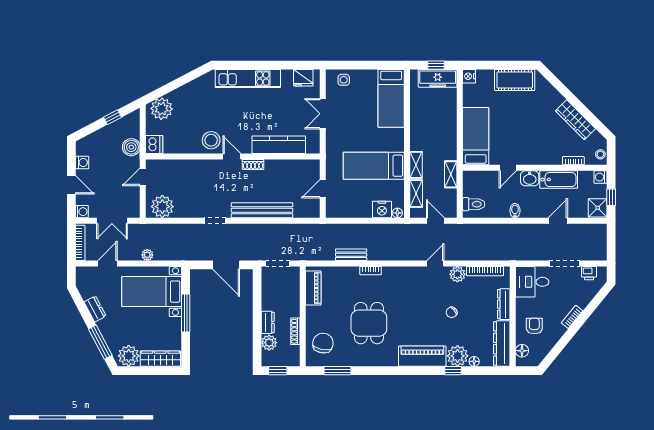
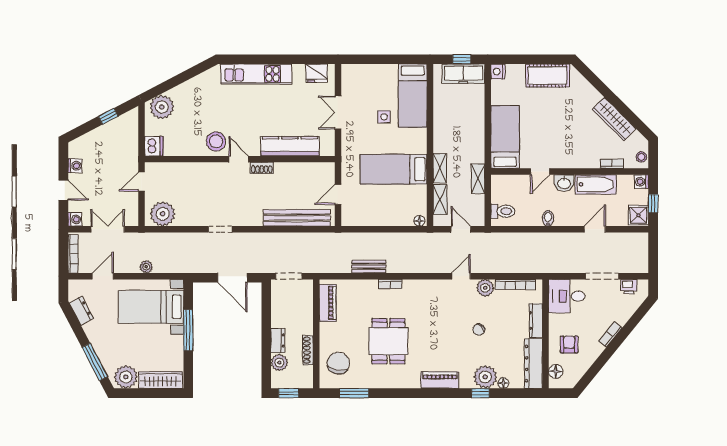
side table: (344, 80) -> (384, 117), moved
boiler: (131, 147) -> (129, 149), removed
nightstand: (382, 209) -> (403, 217), removed
bench: (262, 210) -> (297, 218), moved
double door: (112, 221) -> (108, 229), swing flipped
dresser: (95, 309) -> (81, 311), moved
piano: (422, 356) -> (440, 380), width x0.73, depth x0.75

